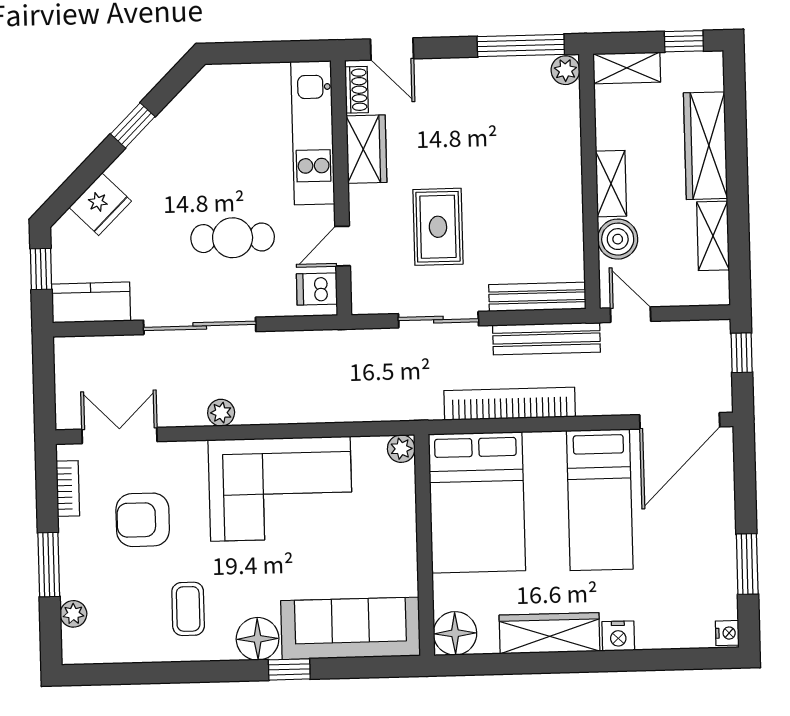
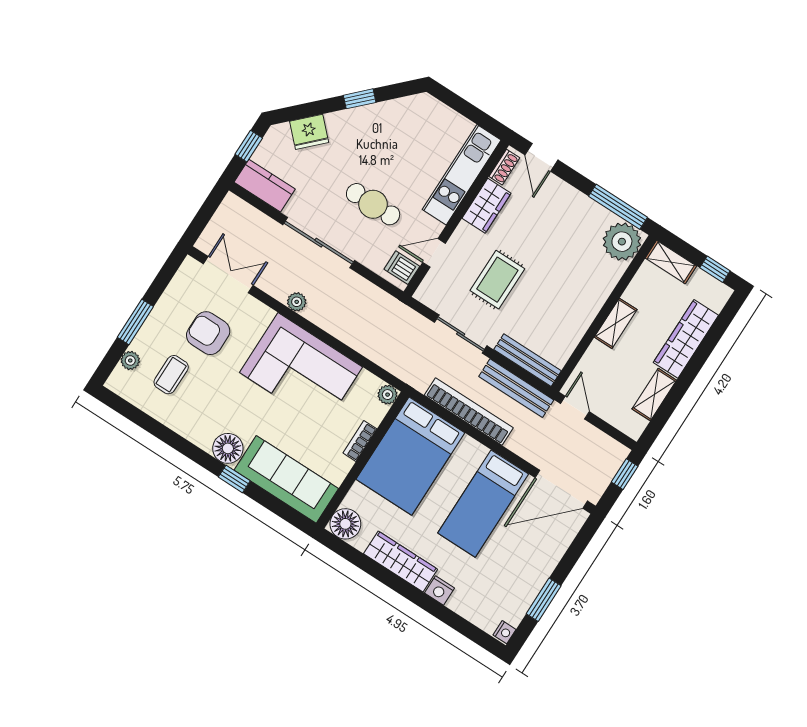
plant: (565, 70) -> (622, 242), width x1.87, depth x1.87
boiler: (618, 239) -> (597, 358), removed
bookcase: (68, 488) -> (360, 441), moved, turned 180
coffee table: (188, 609) -> (171, 375), moved

